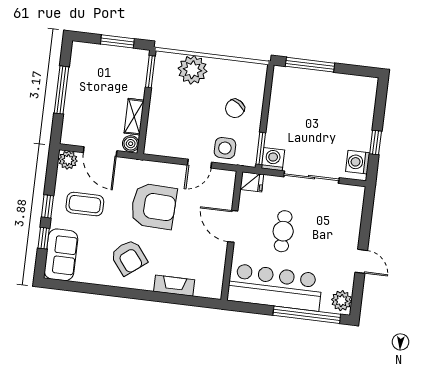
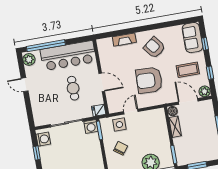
window: (47, 206) -> (210, 73), moved

